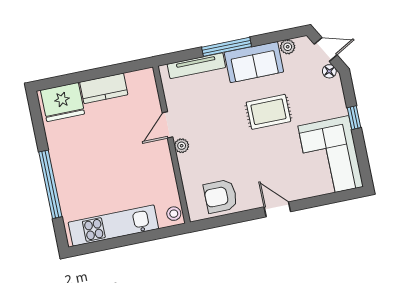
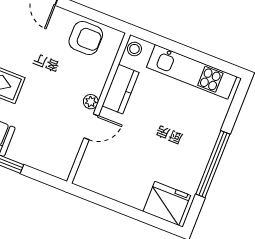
tv unit: (196, 66) -> (35, 161), removed
kitchen counter: (104, 88) -> (121, 89), moved, turned 90
window: (50, 184) -> (213, 164), moved

